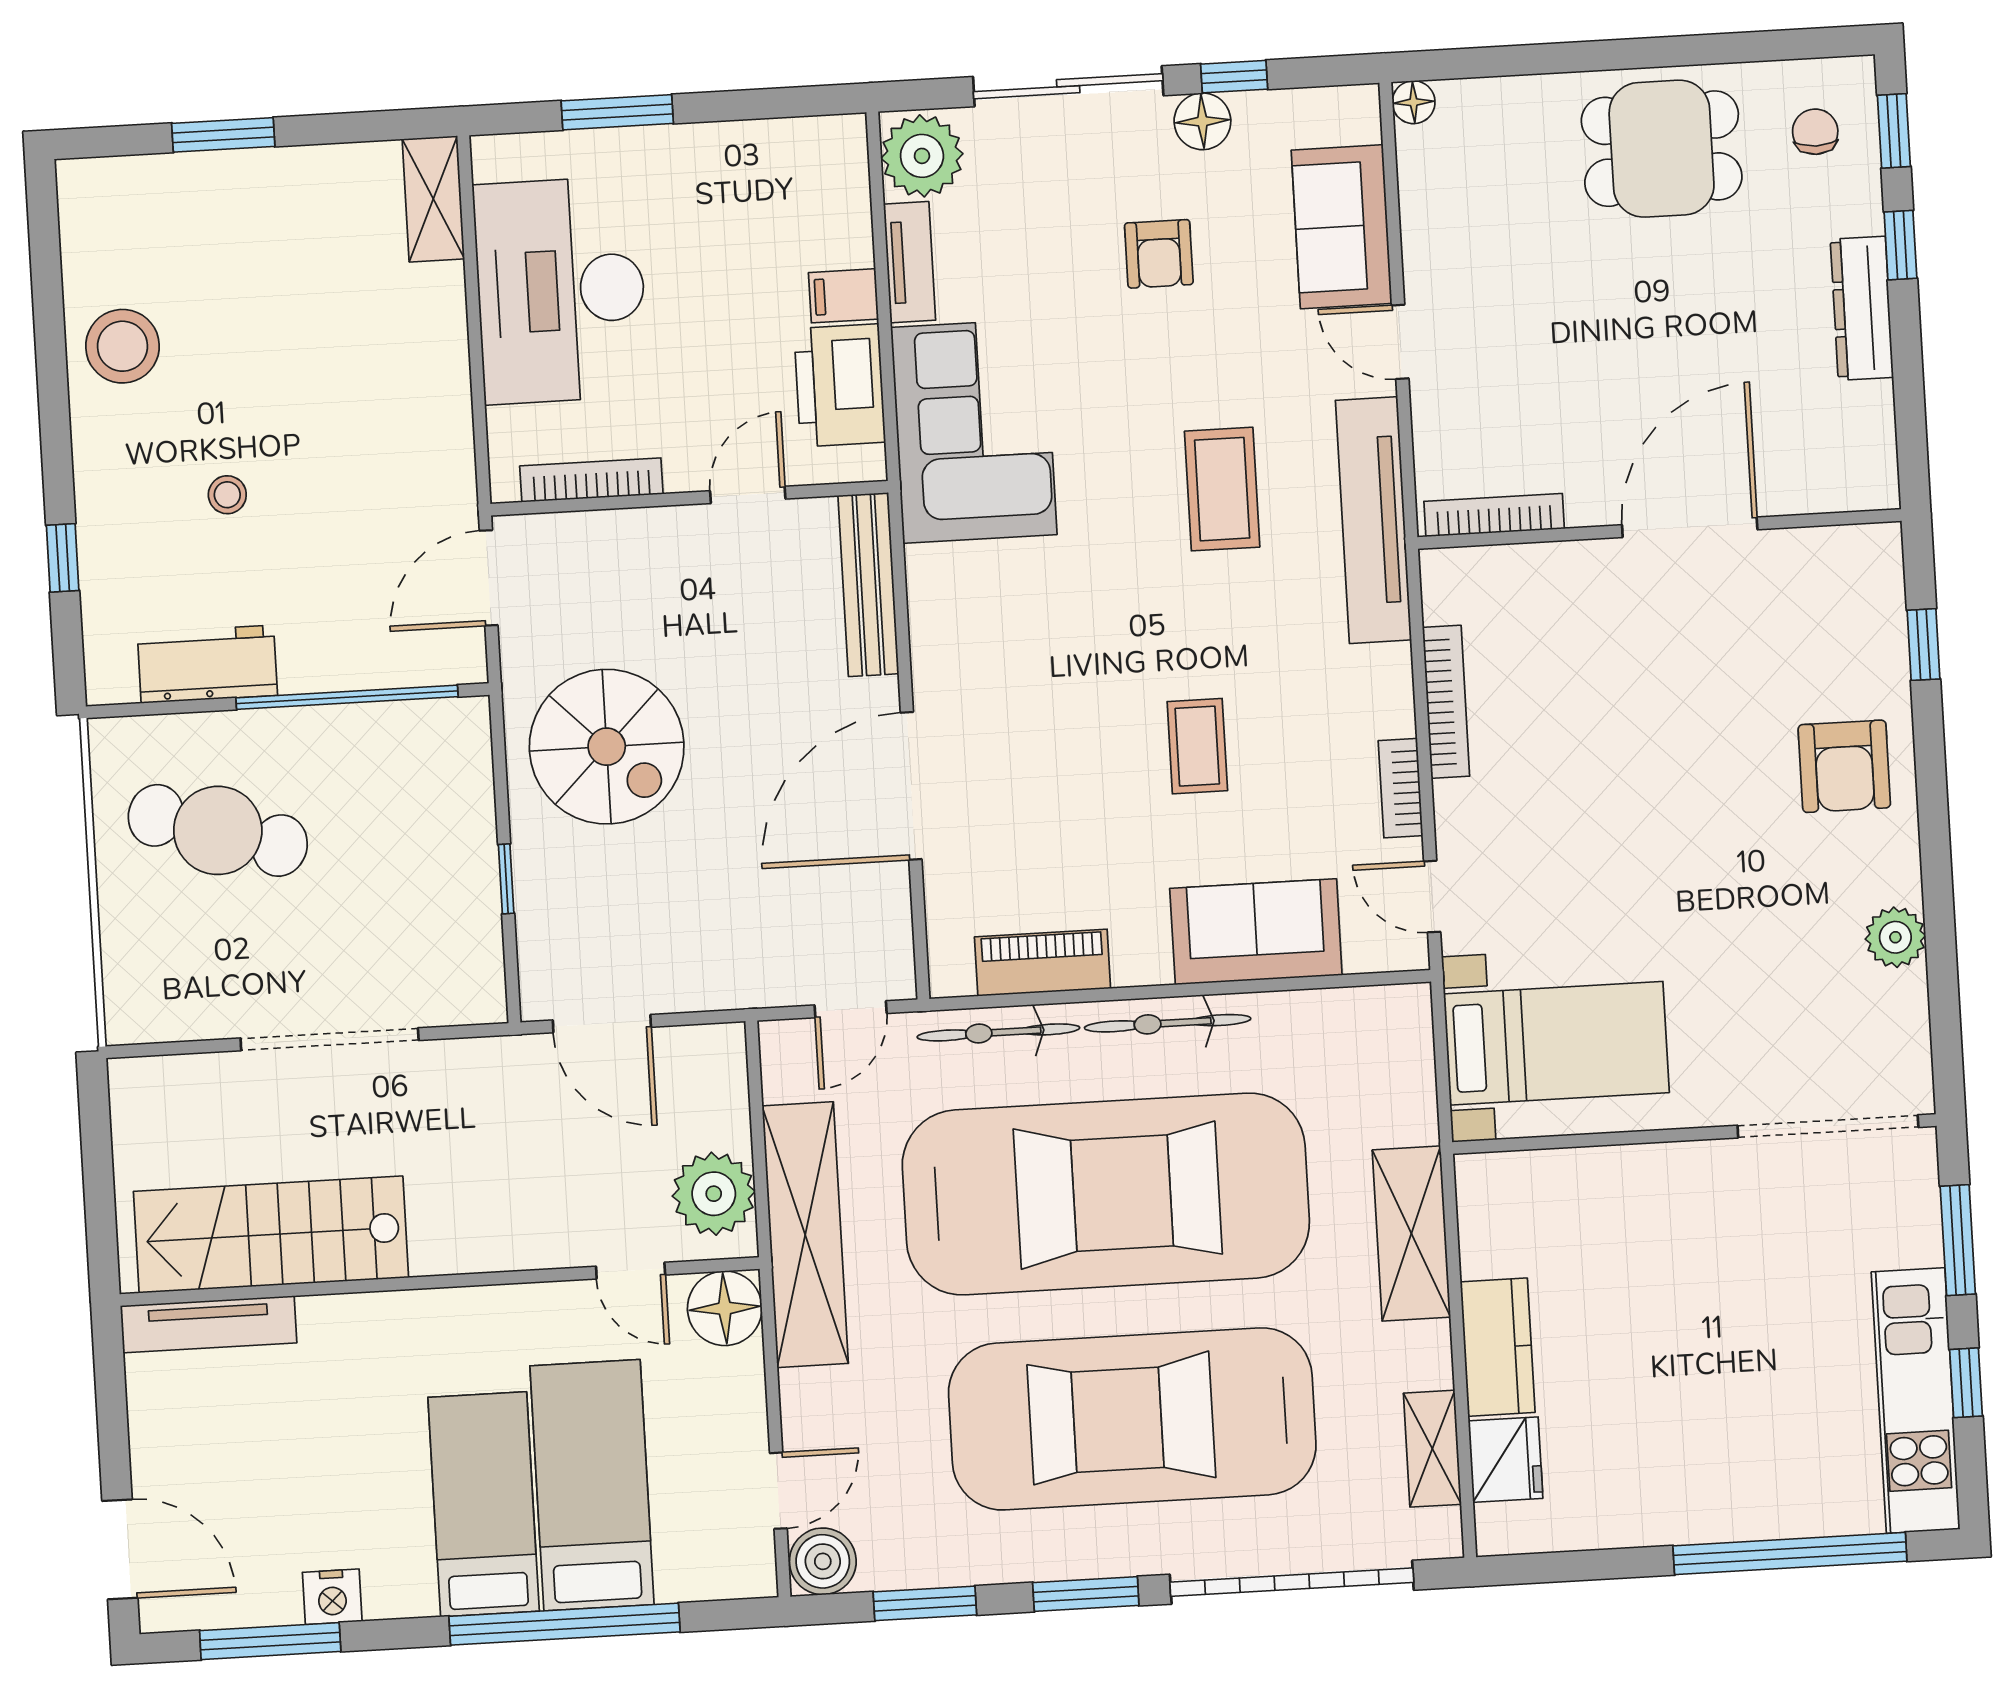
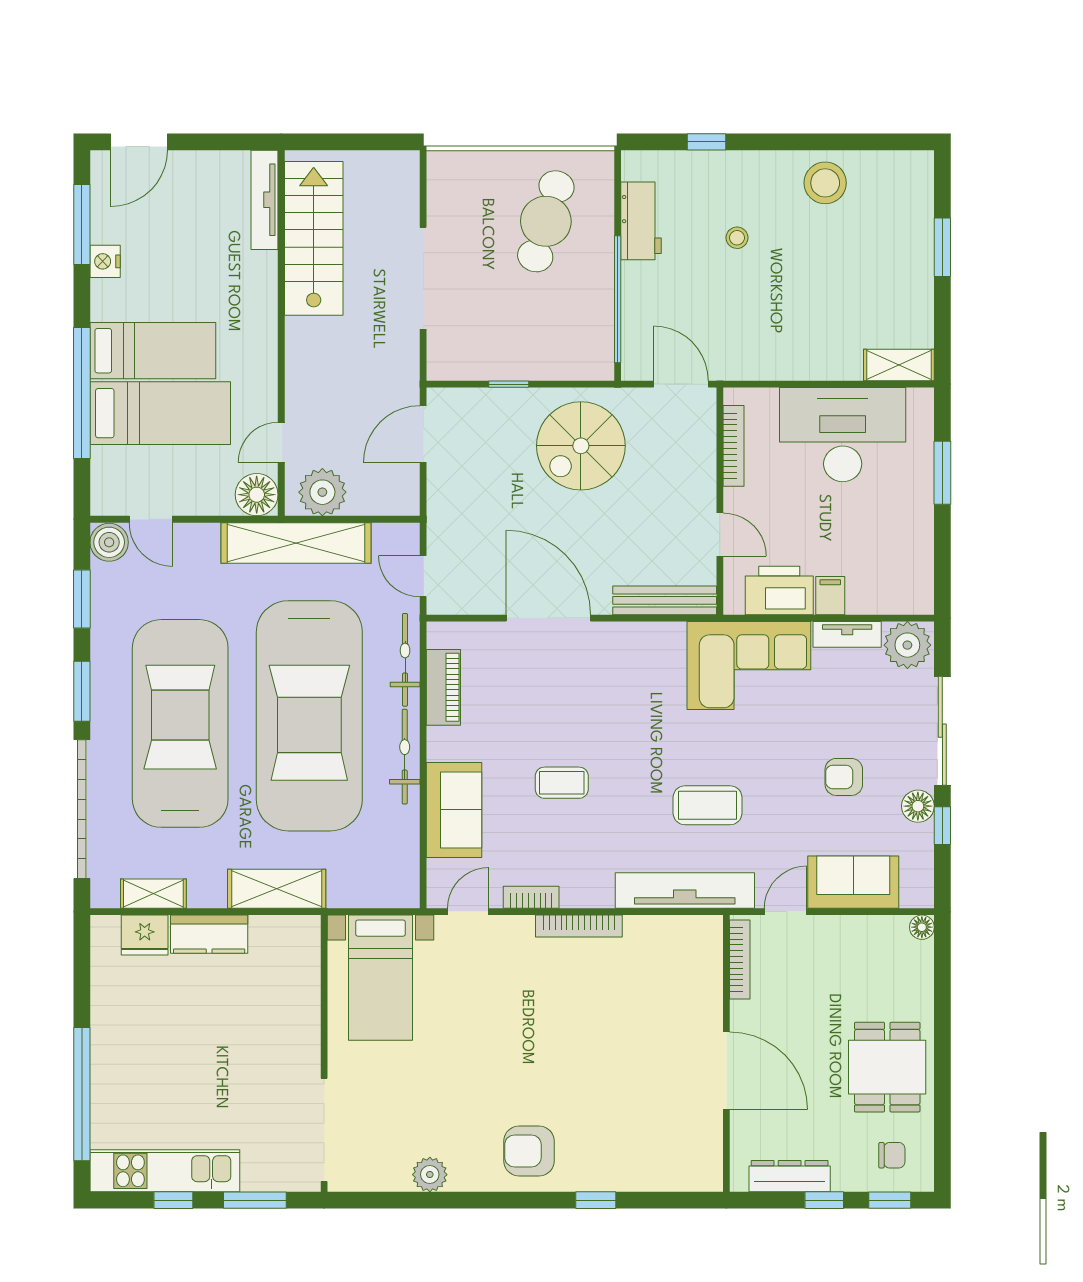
bookcase: (1494, 515) -> (740, 960), moved
door: (1690, 527) -> (726, 1071), moved
wall: (1660, 529) -> (726, 1053), moved

